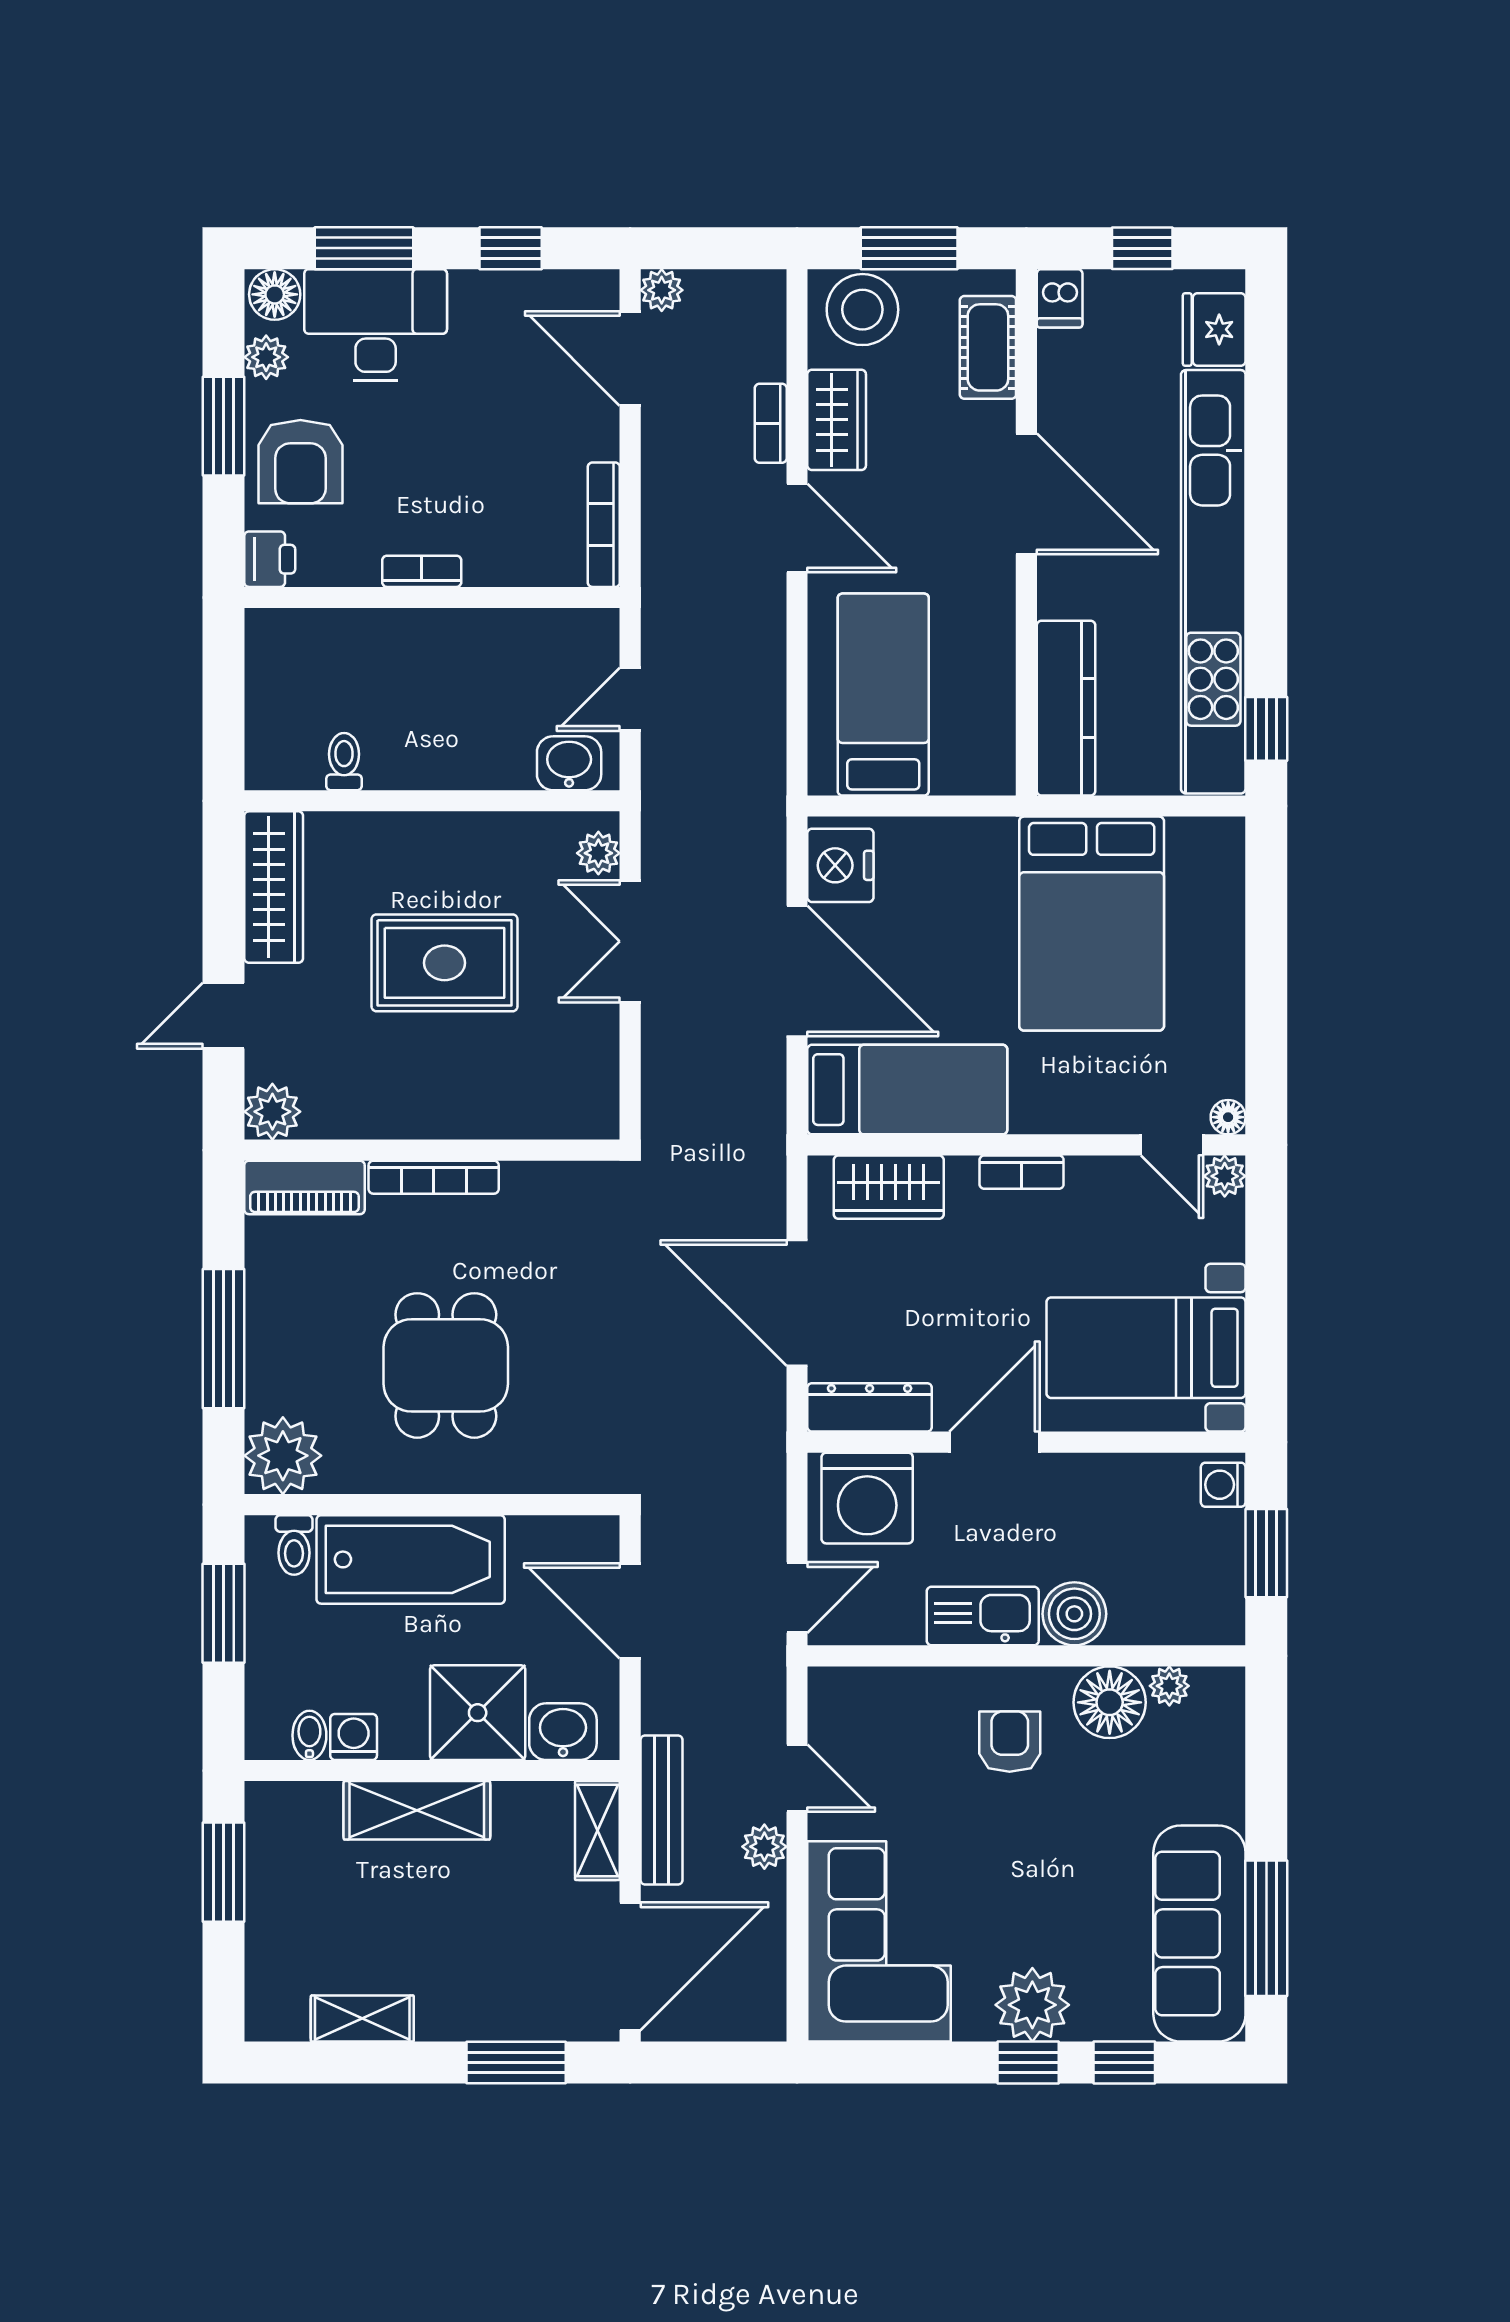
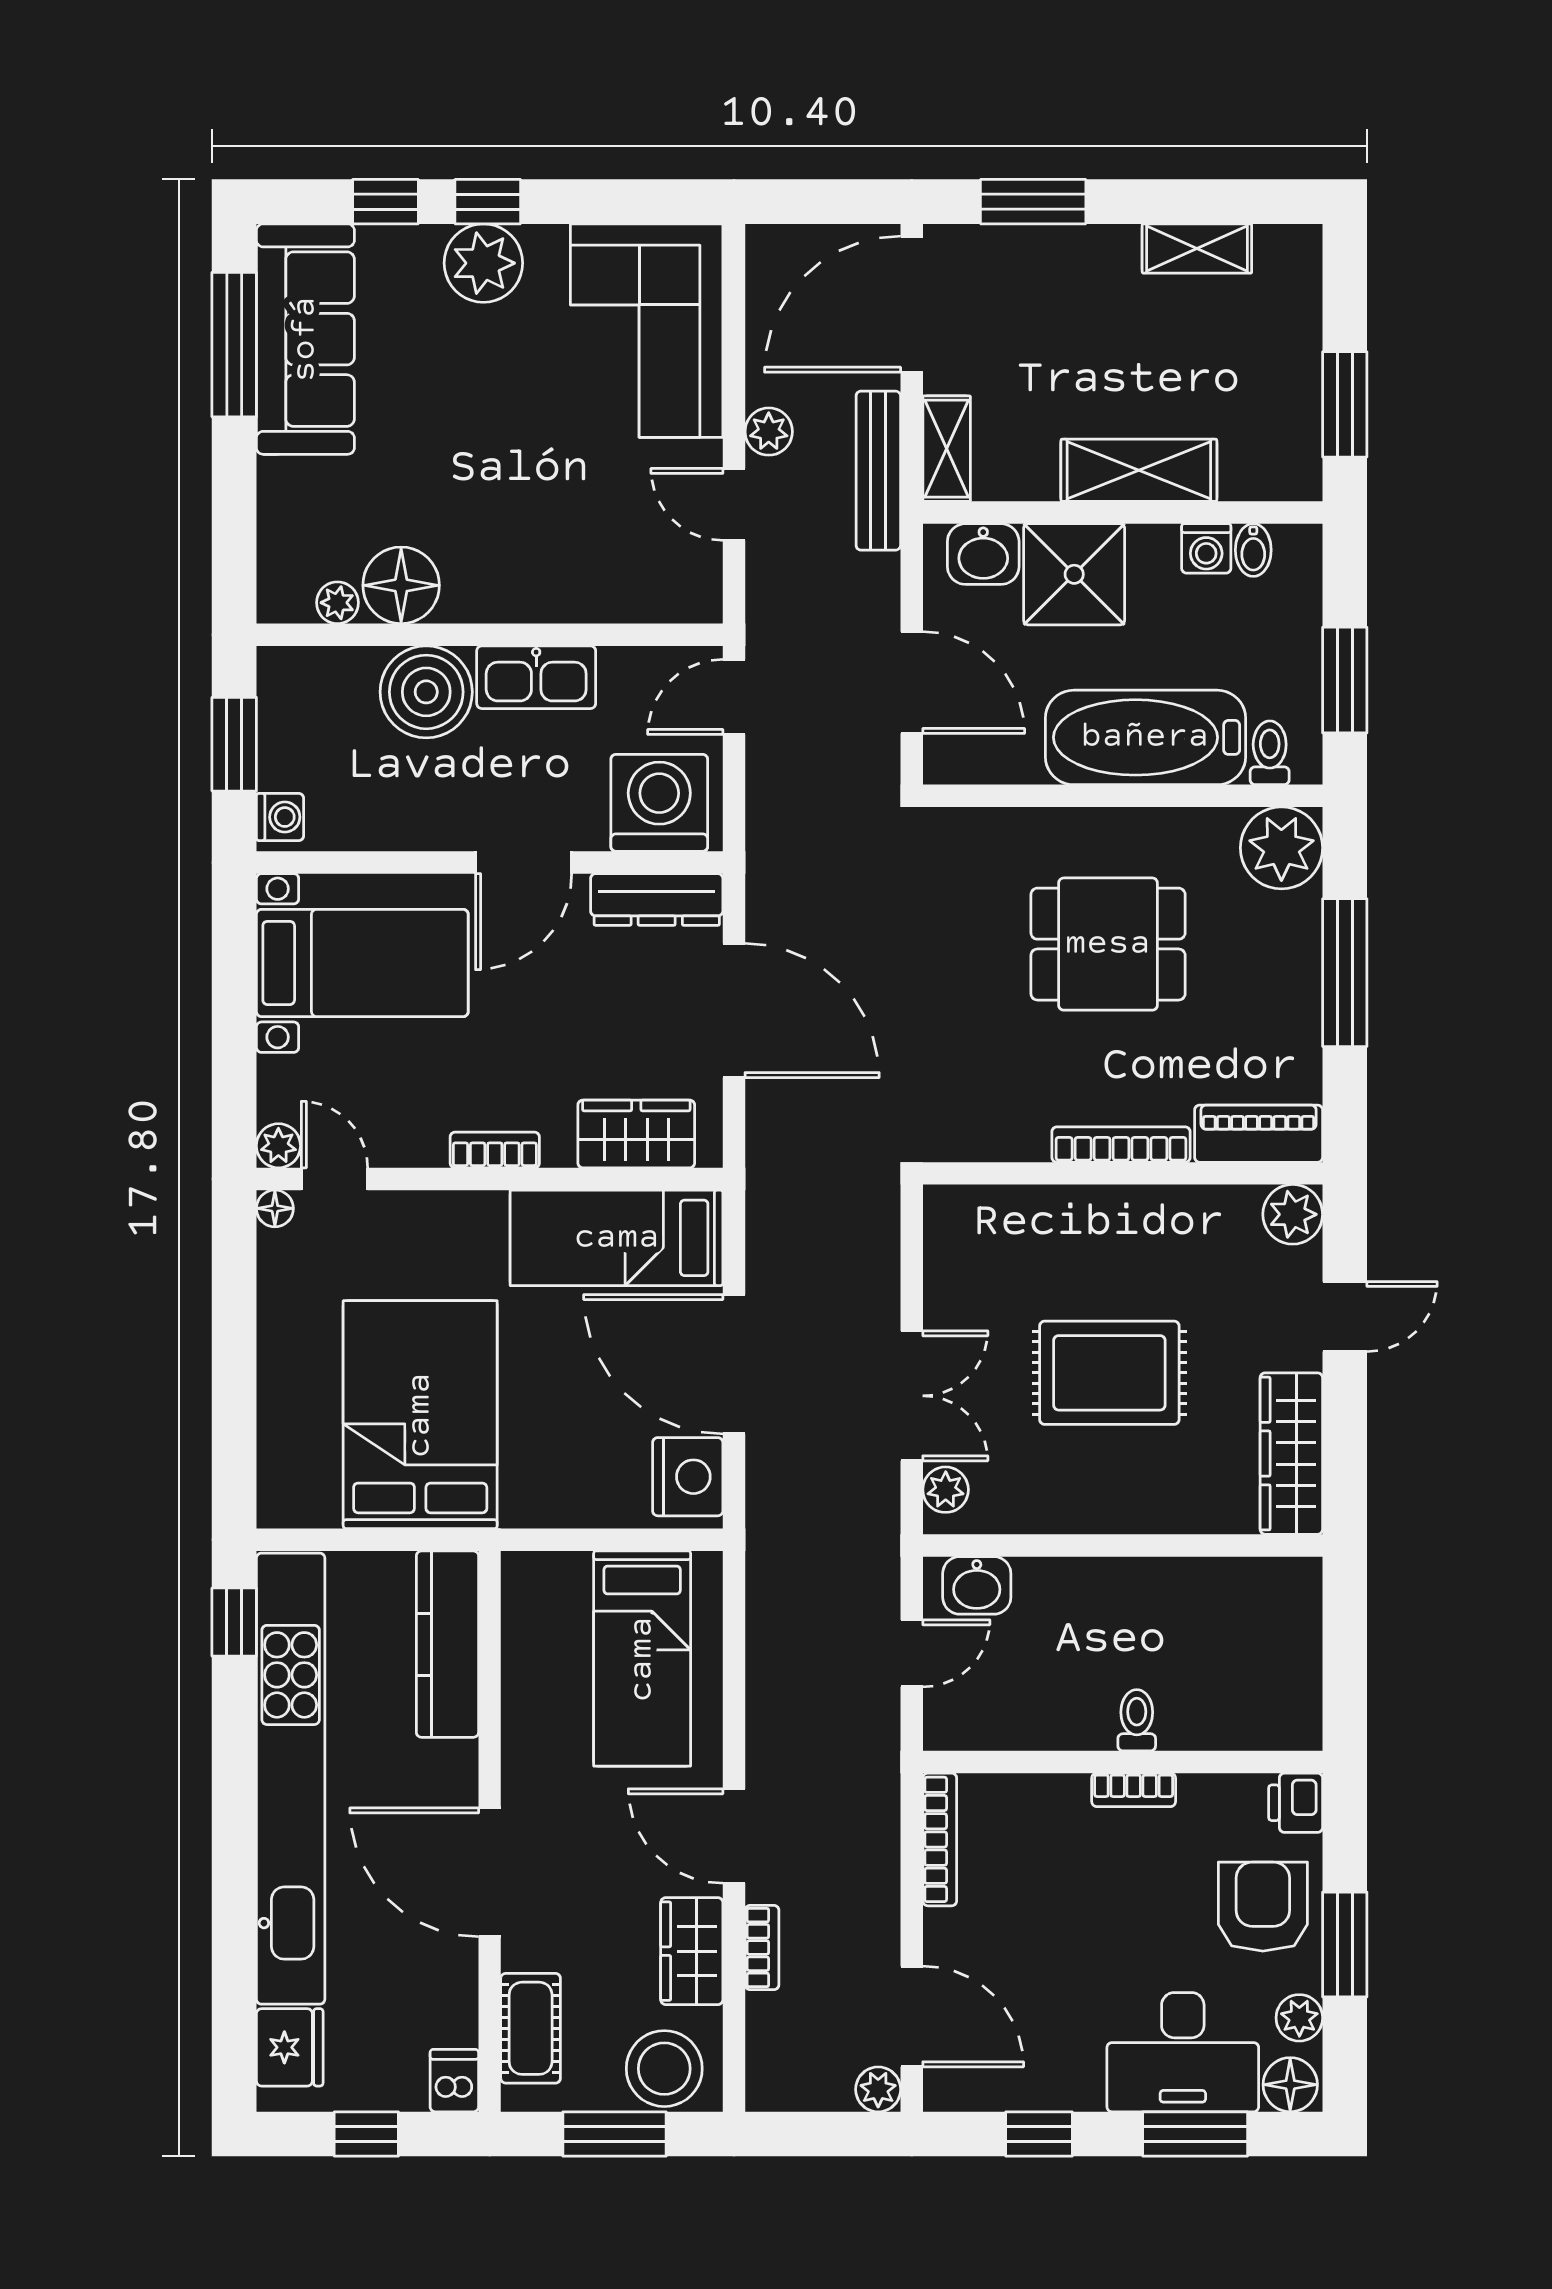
toilet: (344, 762) -> (1137, 1720), moved, turned 180
dining table: (446, 1365) -> (1108, 944), turned 90
boiler: (1074, 1614) -> (426, 692), width x1.37, depth x1.37
armchair: (1010, 1742) -> (507, 543), removed

